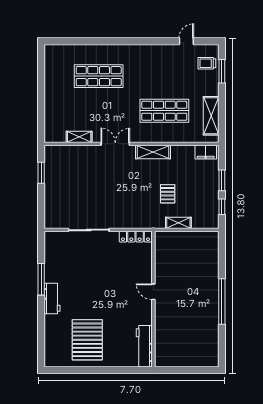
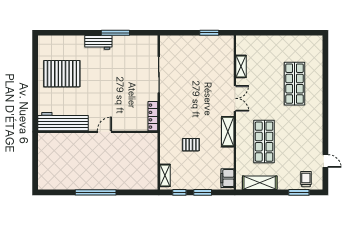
shelving: (178, 223) -> (165, 175), moved
workbench: (144, 346) -> (63, 122), width x1.36, depth x1.32

